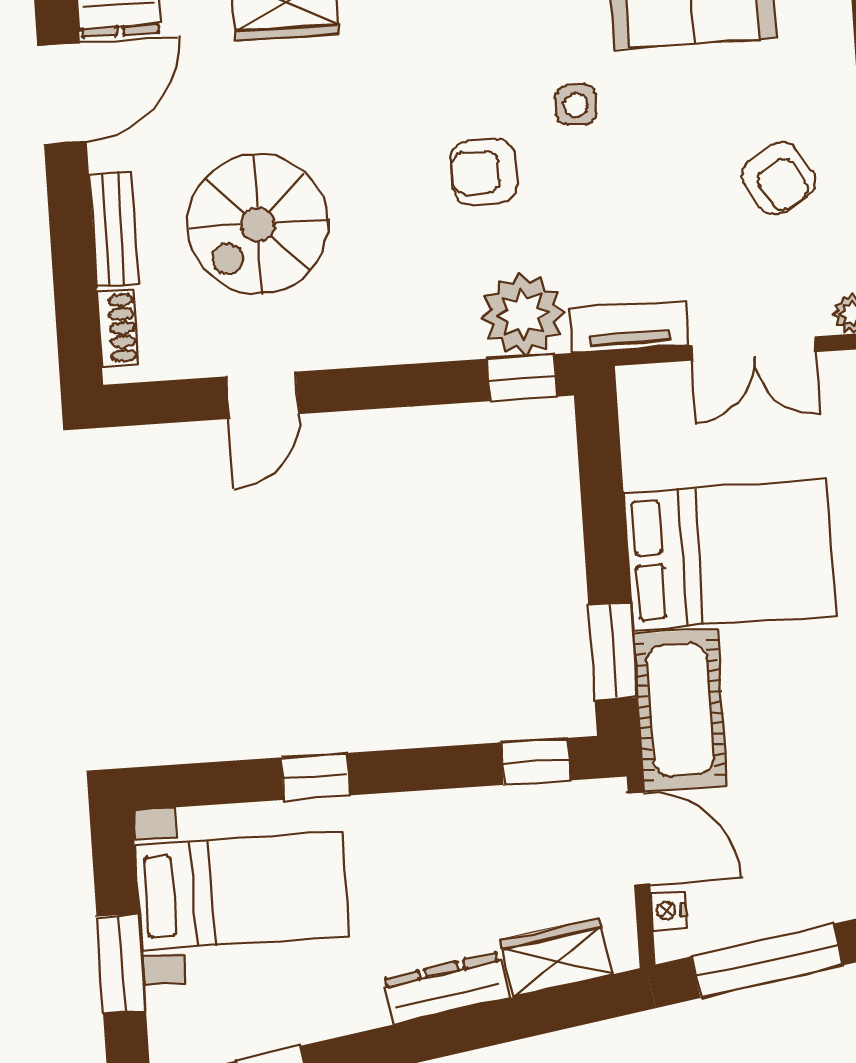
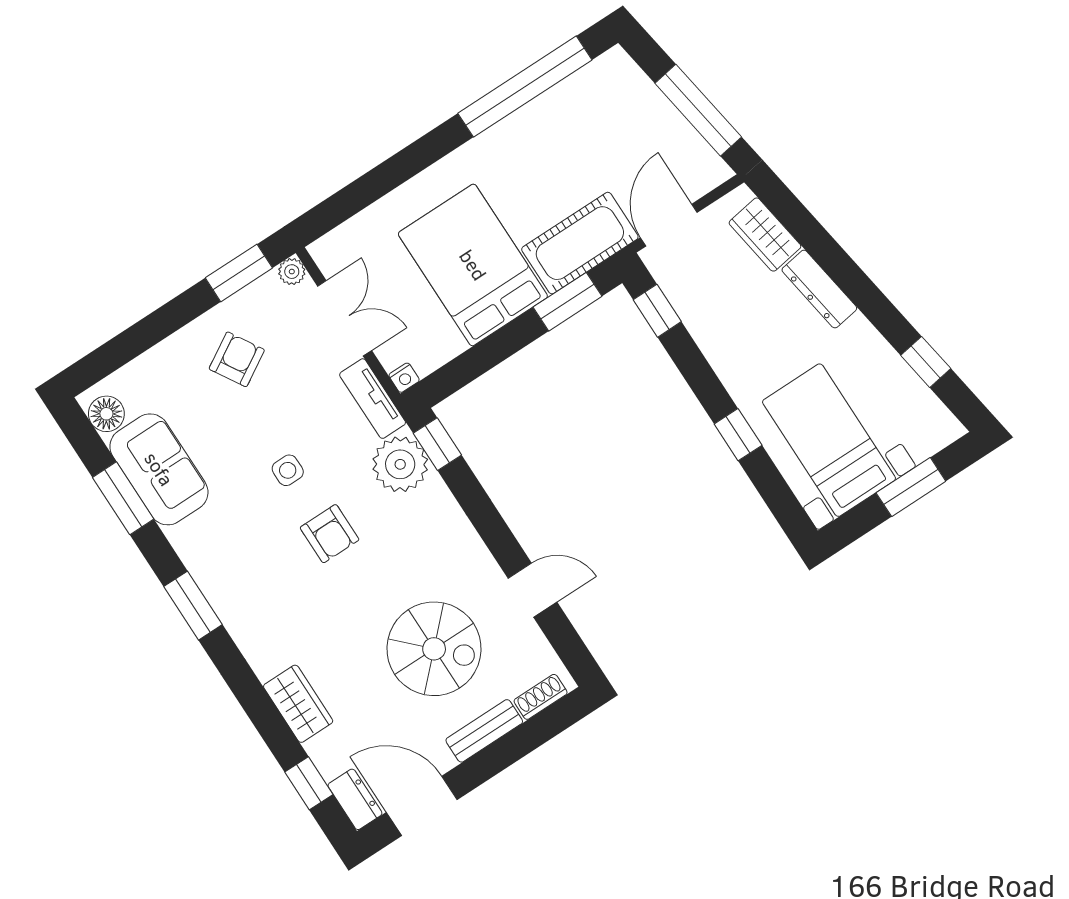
side table: (576, 105) -> (288, 470), moved
nightstand: (669, 911) -> (404, 378), moved

